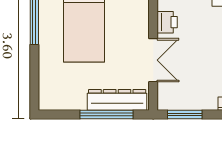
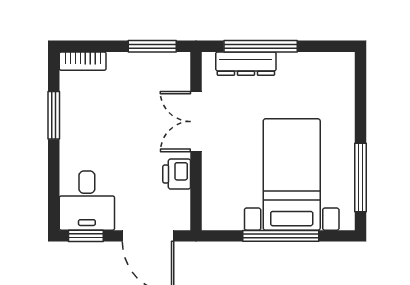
dresser: (117, 100) -> (246, 64), width x0.73, depth x0.80

